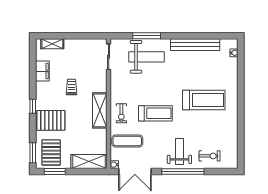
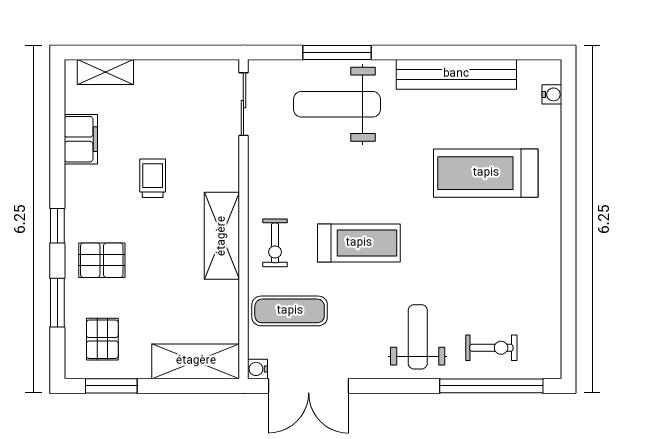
weight bench: (147, 57) -> (337, 104), turned 180
treadmill: (204, 100) -> (486, 173), moved, turned 180
pallet: (51, 120) -> (102, 260), width x0.67, depth x0.71
pallet: (51, 152) -> (102, 339), width x0.67, depth x0.71
window: (33, 153) -> (57, 303), moved
window: (183, 171) -> (491, 386), moved

